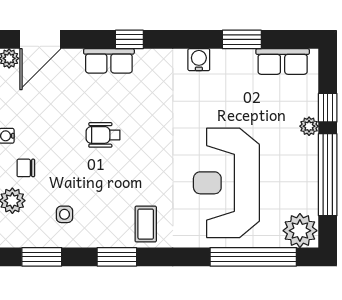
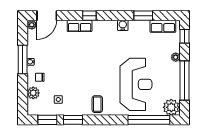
window: (328, 108) -> (185, 36), moved
wheelchair: (103, 135) -> (77, 61), removed
reception desk: (226, 183) -> (136, 84), turned 180
window: (117, 257) -> (73, 120), moved

